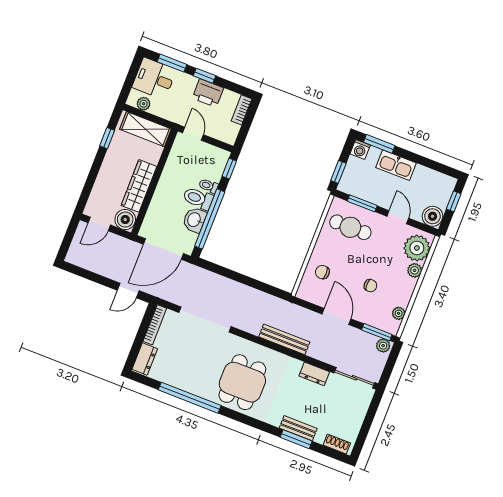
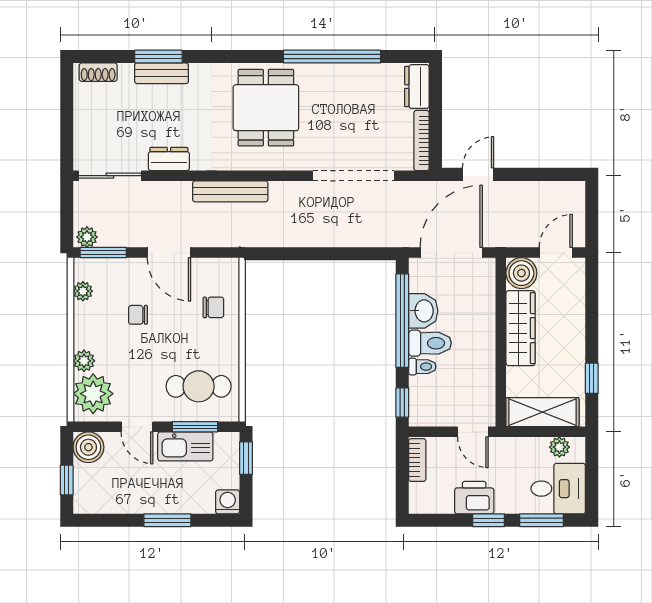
bookcase: (242, 110) -> (417, 460), moved
window: (379, 144) -> (167, 520), moved
kitchen sink: (396, 165) -> (185, 446), moved, turned 180

